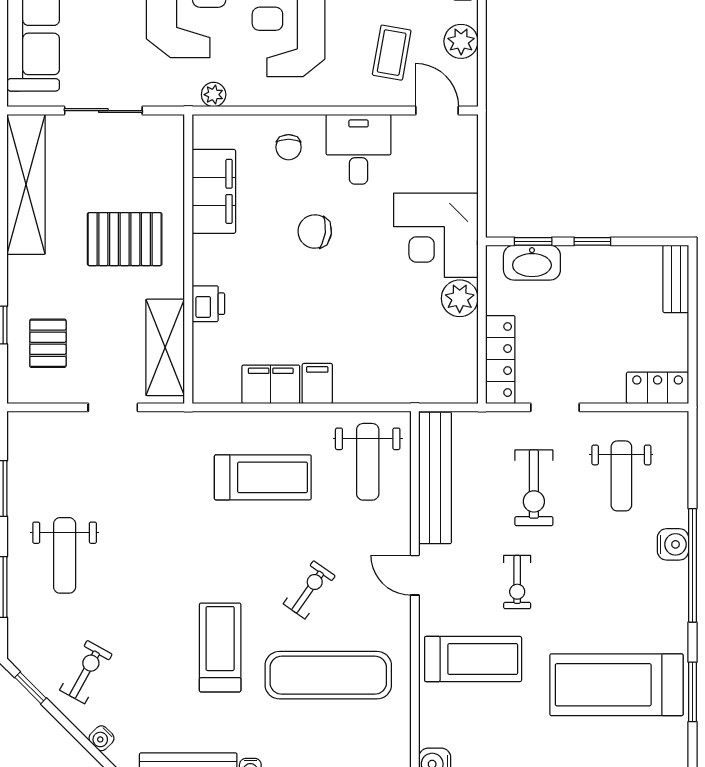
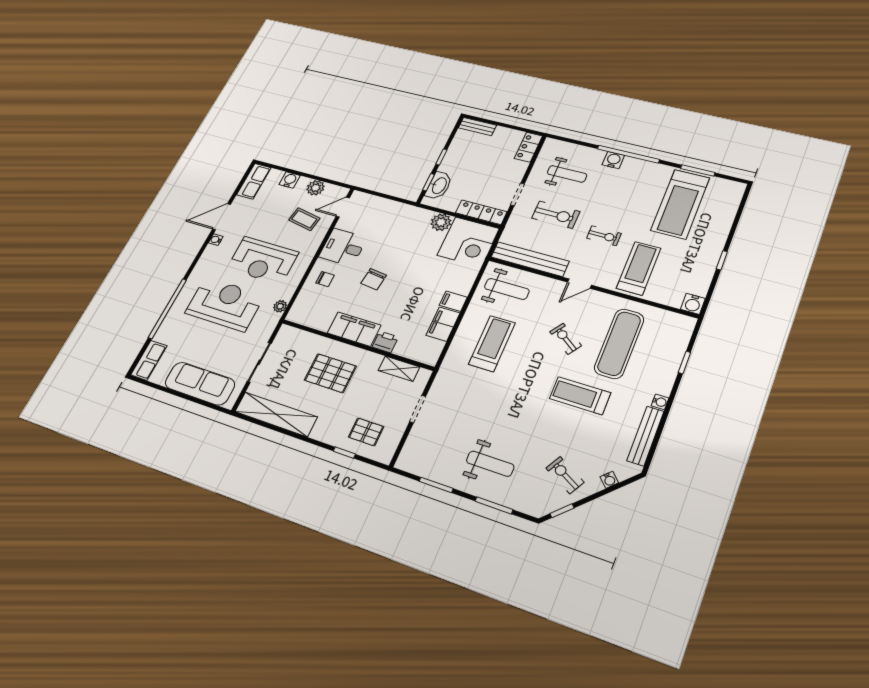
filing cabinet: (214, 191) -> (354, 329), moved
corner desk: (436, 235) -> (468, 242), moved
pallet: (125, 239) -> (330, 373), turned 90
shelving: (165, 347) -> (399, 369), width x0.67, depth x0.75

